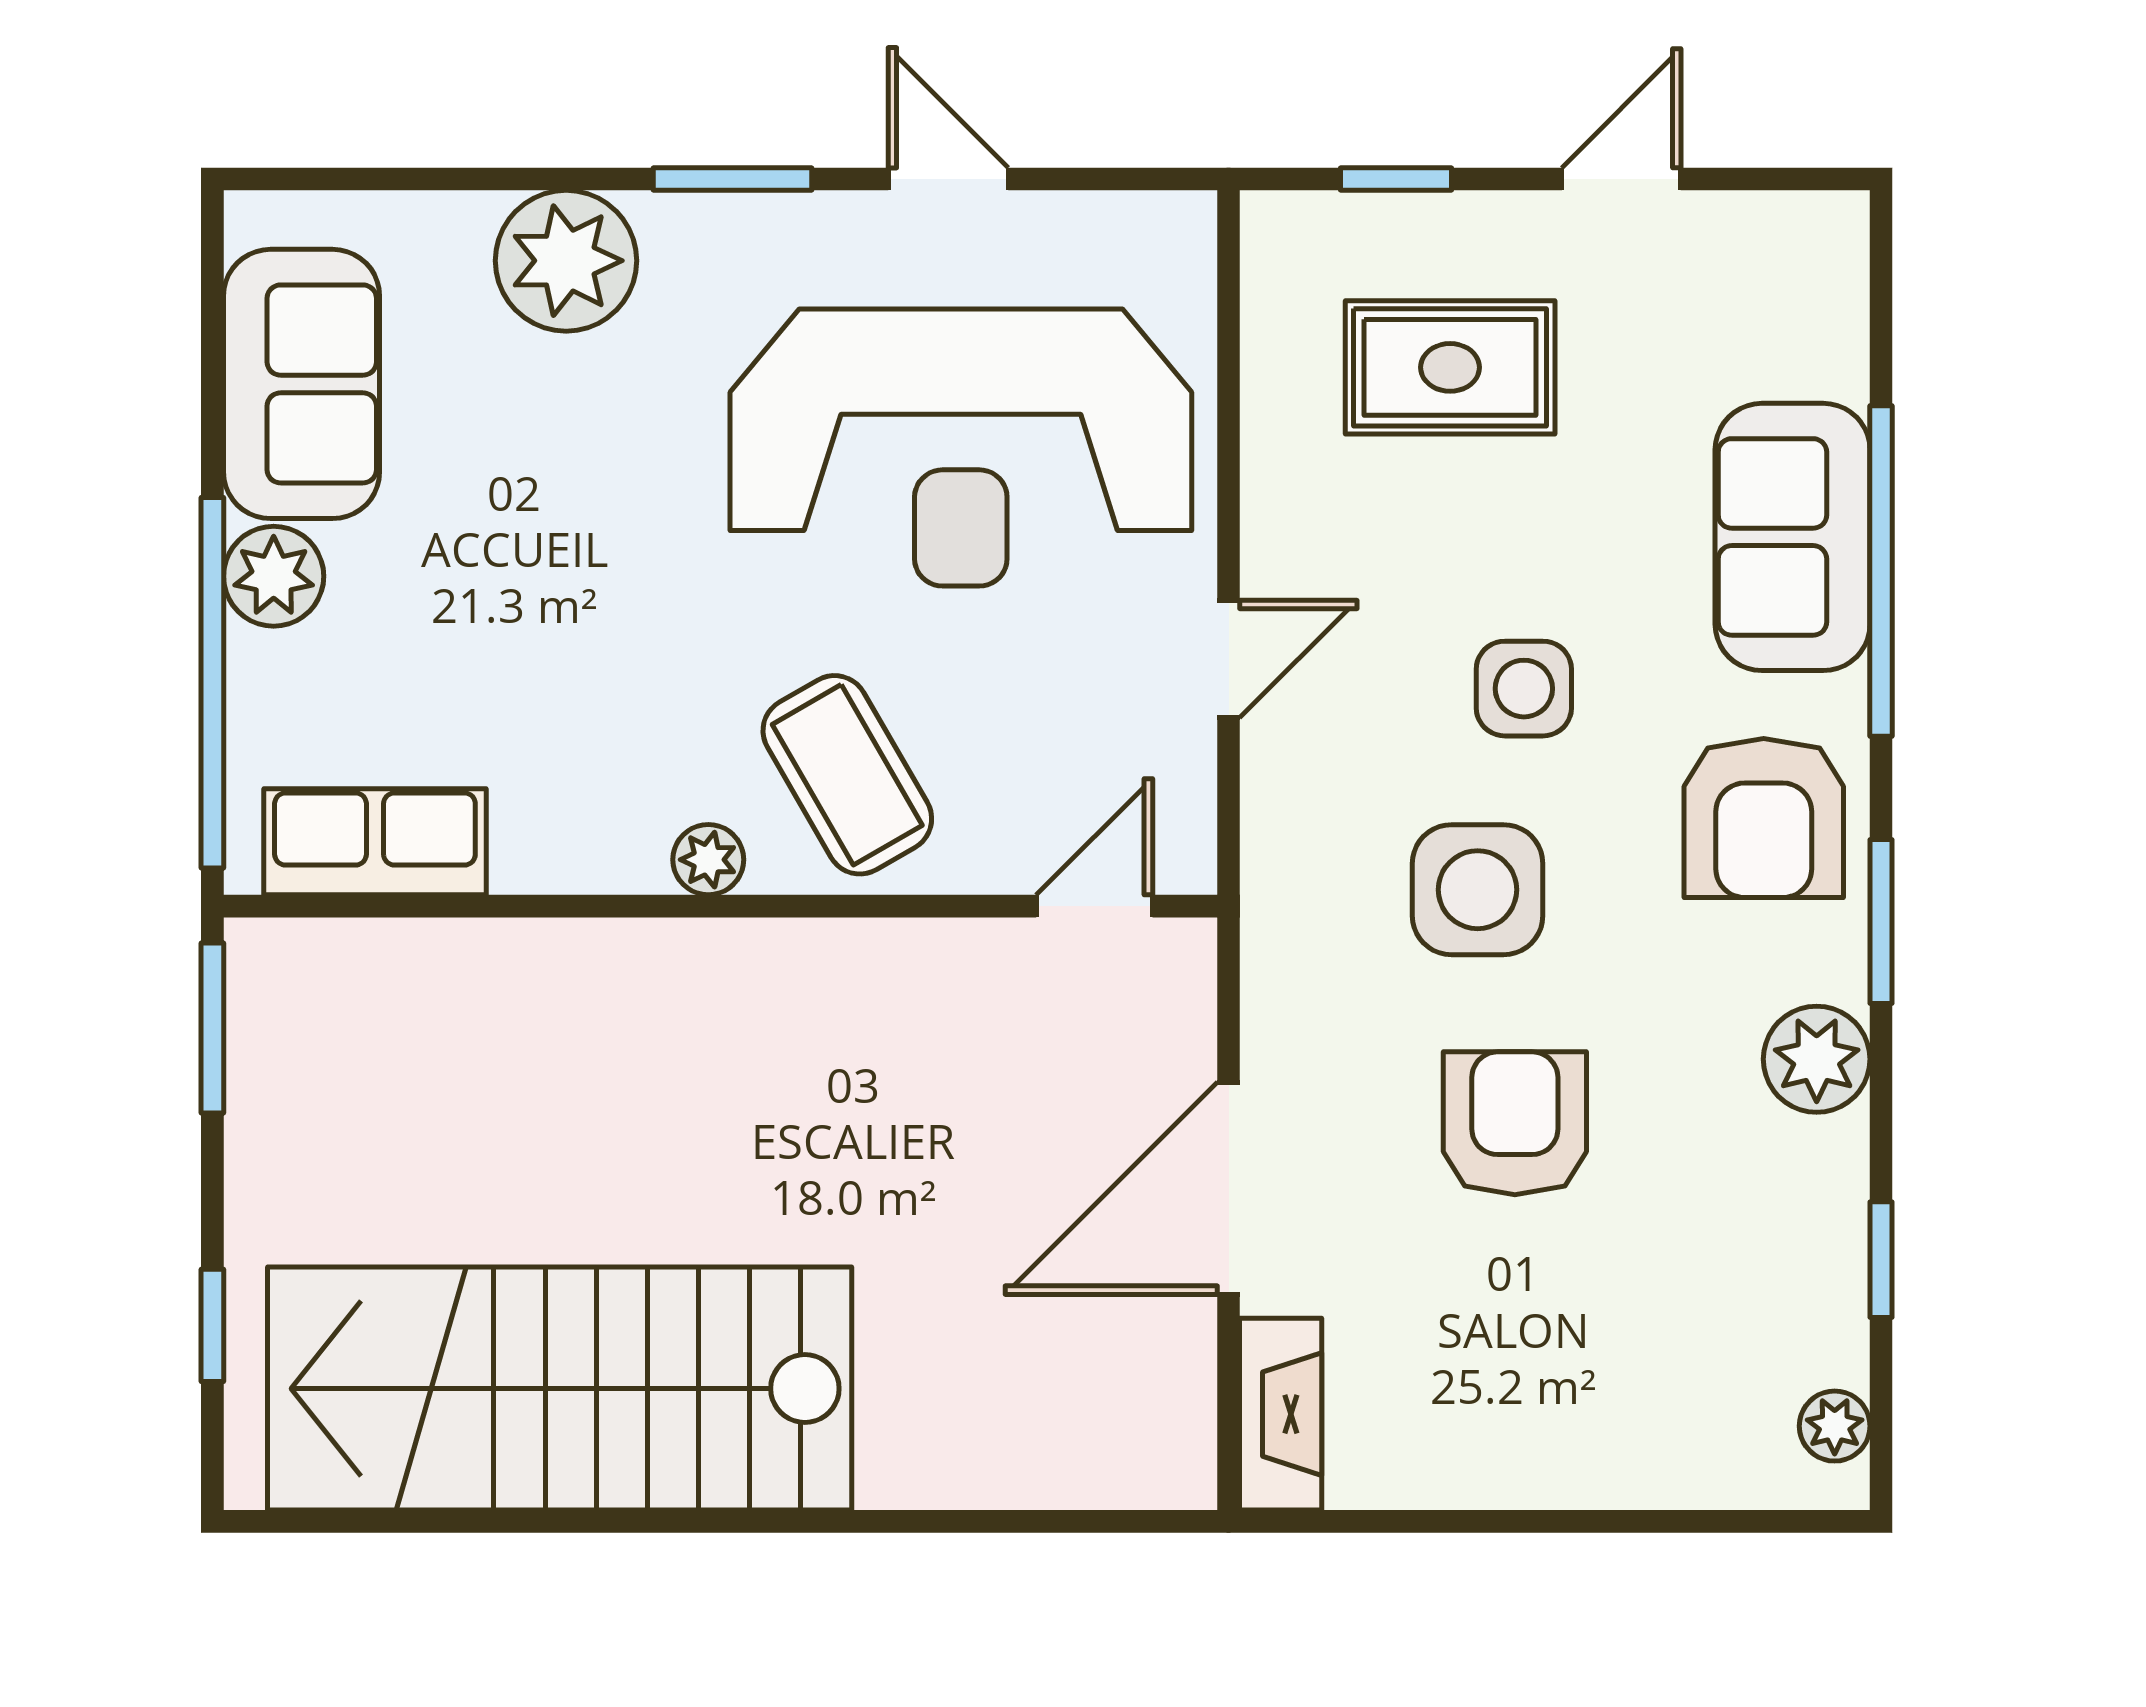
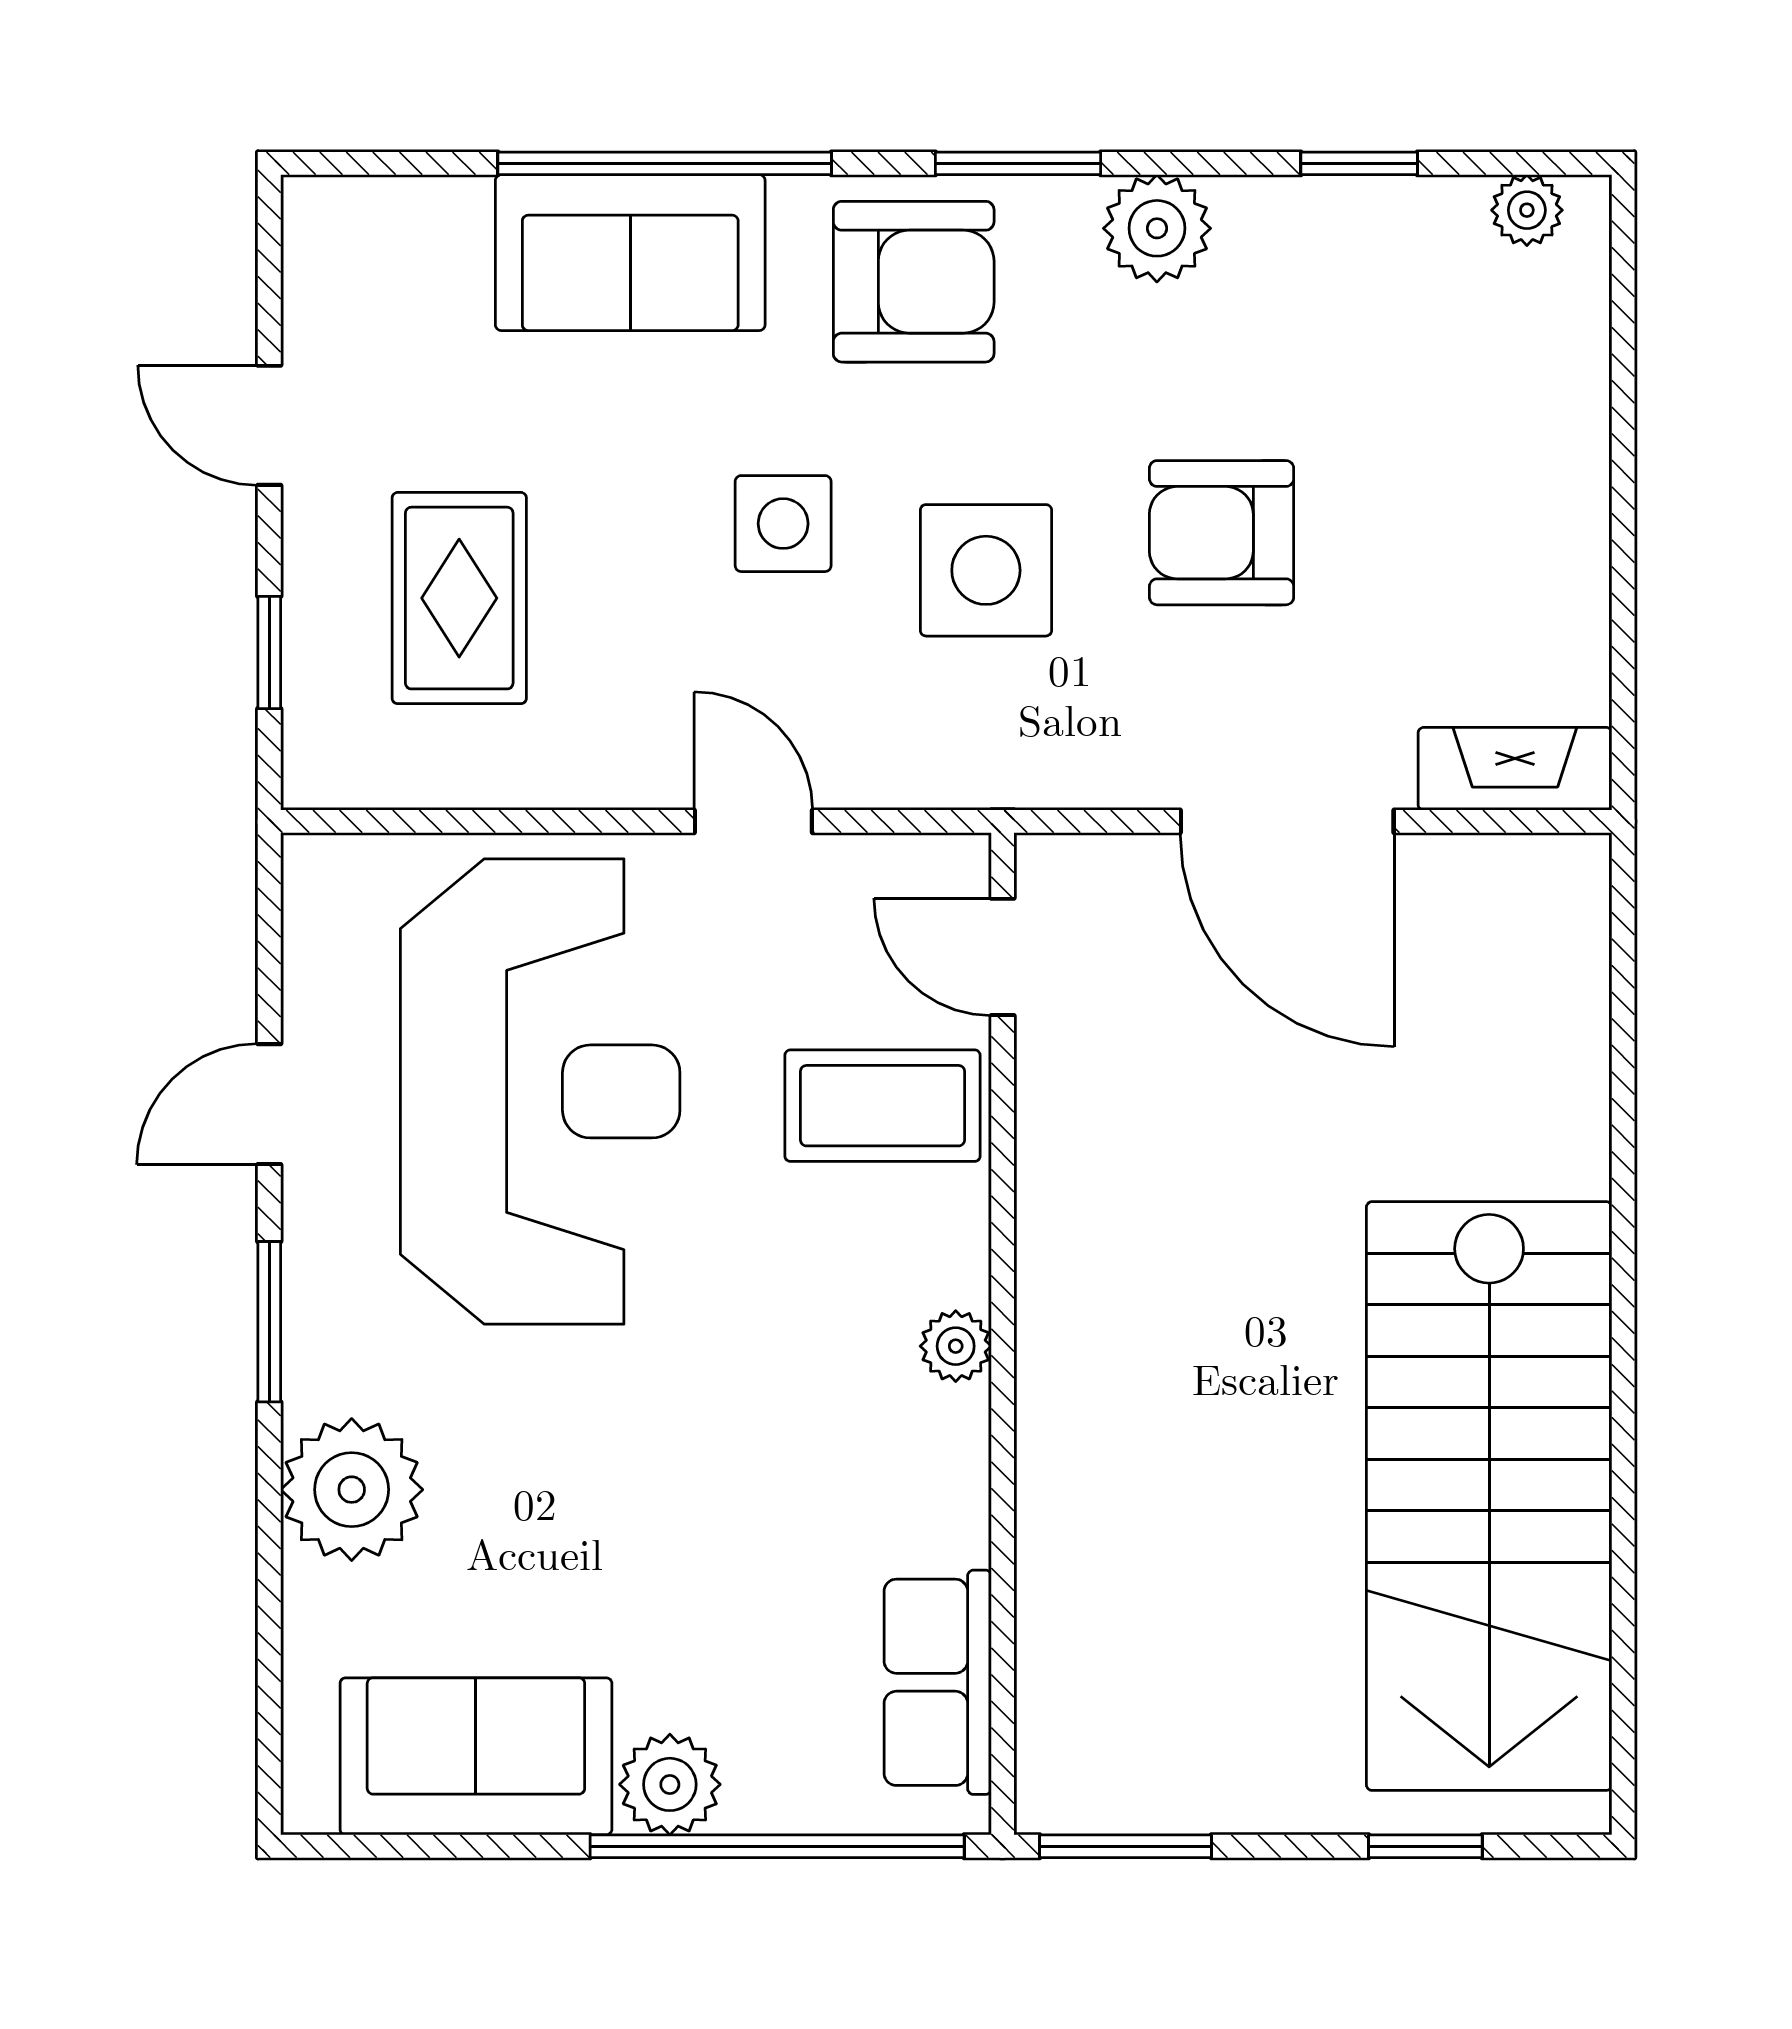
coffee table: (847, 775) -> (883, 1106), moved, turned 30

